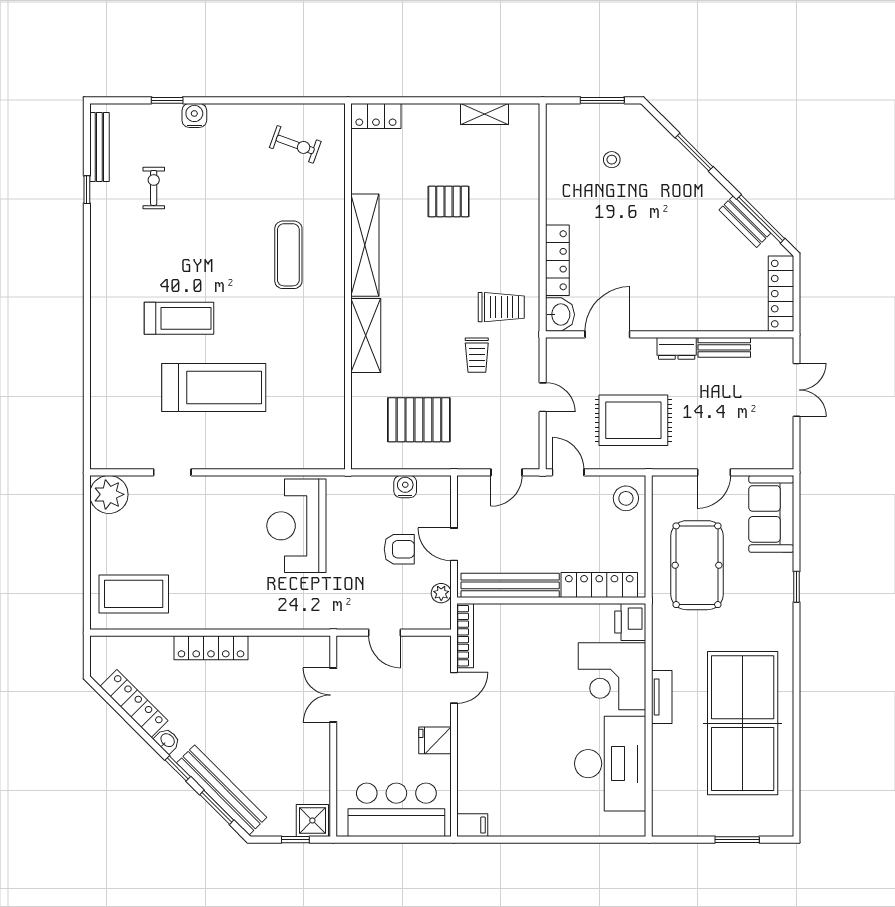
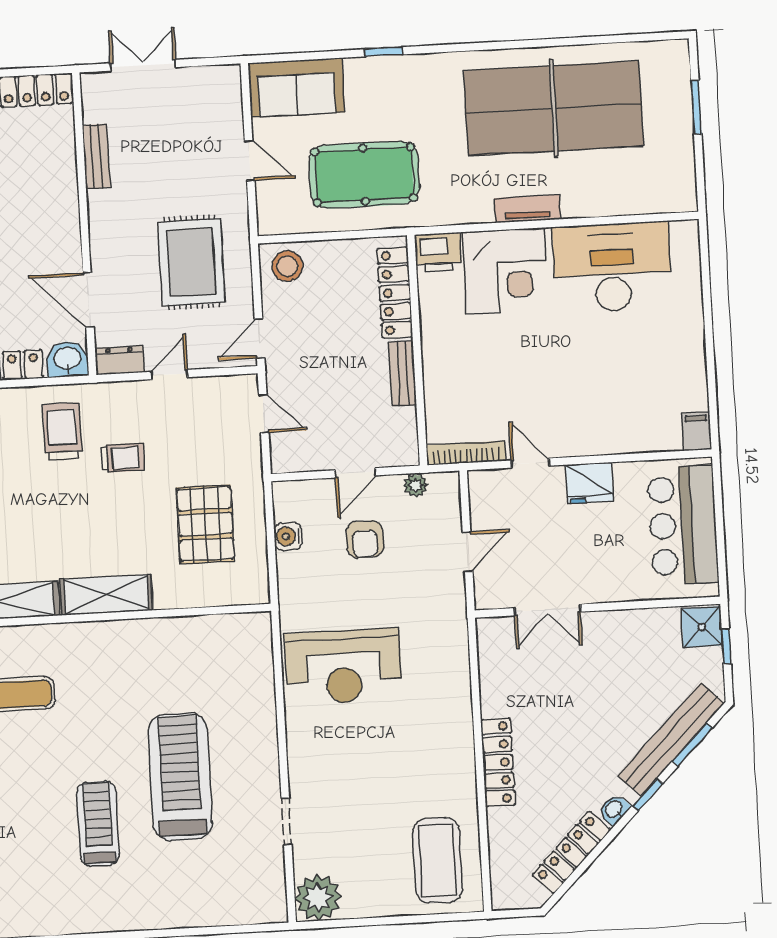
dresser: (677, 348) -> (119, 360), moved, turned -90
armchair: (399, 549) -> (365, 539), turned 180
bench: (510, 585) -> (402, 373), width x0.54, depth x0.82
fridge: (435, 740) -> (589, 483), width x1.38

